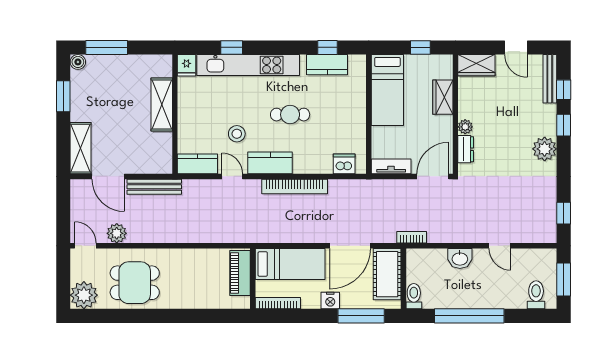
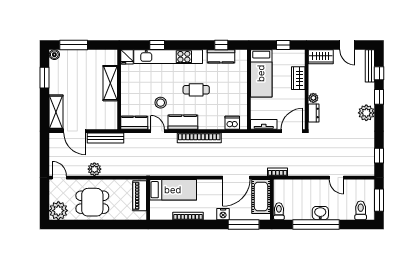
plant: (117, 233) -> (94, 169), moved
washbasin: (460, 258) -> (320, 213), moved, turned 180
bed: (290, 264) -> (173, 190), moved
piano: (240, 273) -> (140, 196), moved
wall: (253, 279) -> (148, 200), moved

